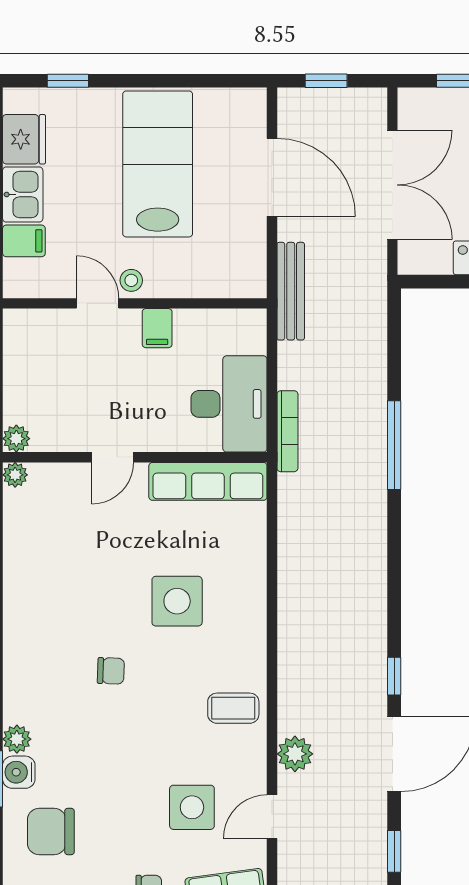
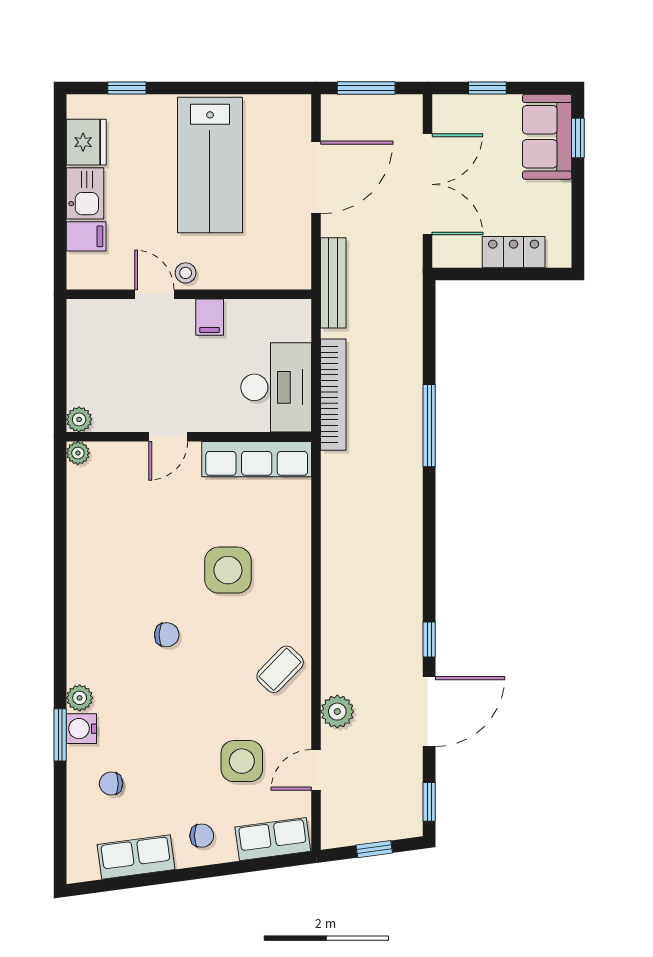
window: (326, 81) -> (366, 88), width x1.50
lab bench: (158, 164) -> (210, 165), turned 180
door: (272, 177) -> (316, 177), hinge flipped
bookcase: (287, 431) -> (333, 395), width x1.48, depth x1.31
coffee table: (233, 708) -> (280, 669), turned -46
chair: (51, 831) -> (111, 784), width x0.54, depth x0.54

